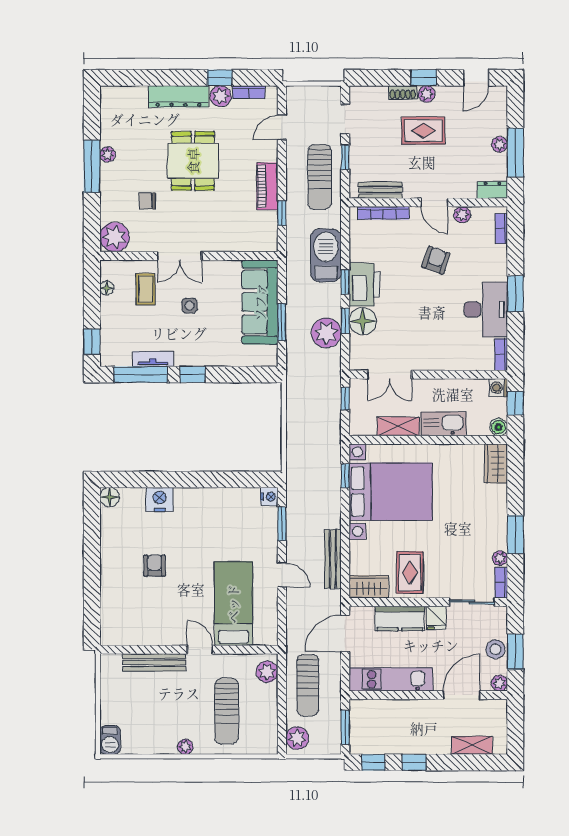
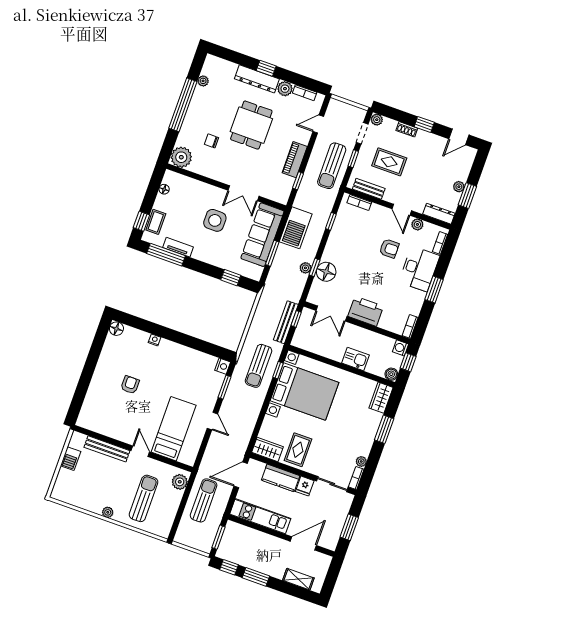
window: (220, 78) -> (266, 68), moved
plant: (427, 94) -> (377, 120), moved
rug: (423, 131) -> (389, 162), moved
window: (515, 152) -> (467, 196), width x0.69
plant: (107, 154) -> (203, 81), moved
window: (92, 166) -> (183, 105), width x1.46
dresser: (492, 190) -> (439, 214), width x1.44
bookcase: (383, 213) -> (359, 202), width x0.64
barbecue: (326, 255) -> (296, 228), moved, turned 180
double door: (180, 256) -> (243, 193), moved
armchair: (436, 260) -> (389, 248), turned 71
window: (345, 282) -> (331, 221), moved
printer: (365, 285) -> (366, 311), moved, turned -90
coffee table: (145, 289) -> (156, 222), moved
side table: (190, 306) -> (215, 220), width x1.87, depth x1.87
desk: (486, 309) -> (419, 269), moved
plant: (326, 333) -> (305, 268), width x0.53, depth x0.53
window: (192, 375) -> (231, 278), moved
kitchen sink: (443, 424) -> (355, 359), width x0.73
shelving: (398, 426) -> (325, 350), removed
sun lounger: (317, 479) -> (259, 366), added
nightstand: (159, 499) -> (155, 340), width x0.53, depth x0.56
window: (515, 535) -> (384, 429), moved
bench: (333, 559) -> (286, 322), moved
stool: (495, 649) -> (337, 521), removed
plant: (499, 683) -> (331, 544), removed
sun lounger: (308, 685) -> (204, 500), turned 180
sun lounger: (227, 711) -> (144, 498), turned 180
plant: (297, 738) -> (184, 533), removed
barbecue: (110, 740) -> (71, 459), moved
window: (414, 762) -> (256, 577), width x1.50

